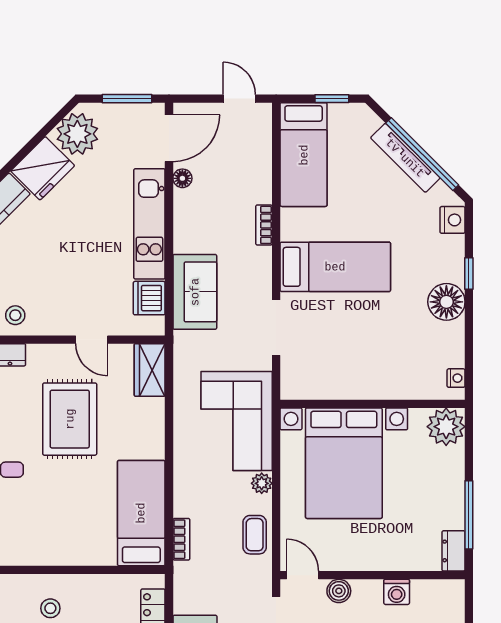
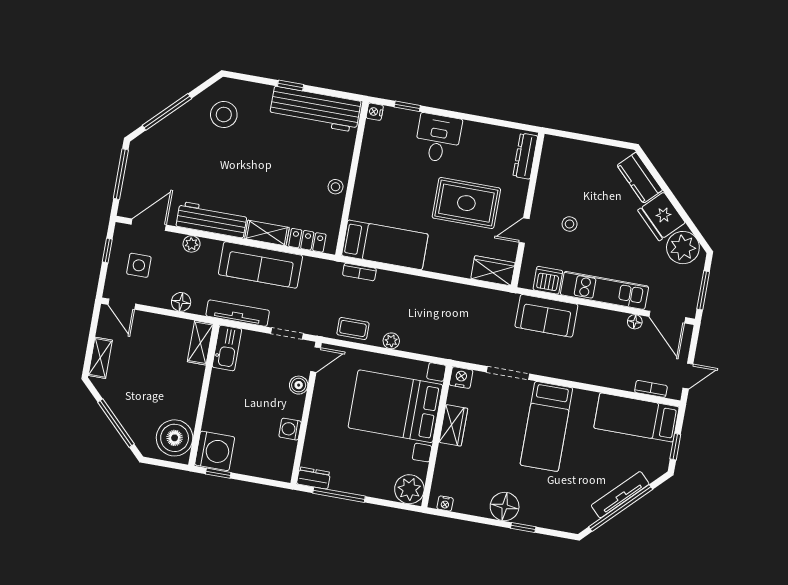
nightstand: (453, 220) -> (461, 378), moved, turned 180
bookcase: (264, 225) -> (651, 389), moved
stool: (15, 315) -> (570, 224), moved
wardrobe: (355, 385) -> (453, 425), added
corner sofa: (237, 421) -> (442, 330), removed
stool: (50, 608) -> (336, 187), moved

